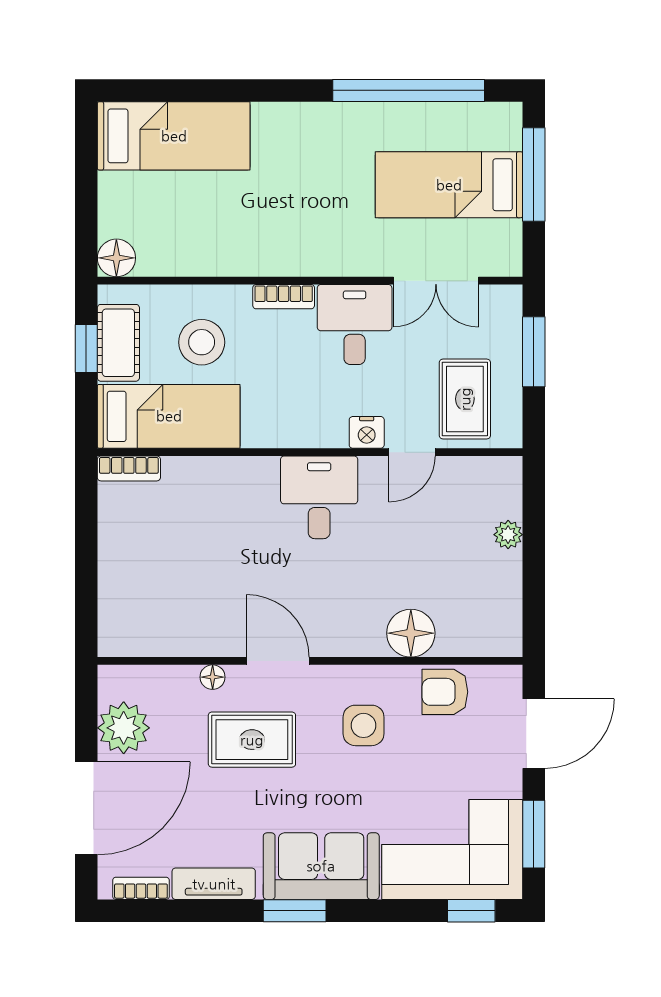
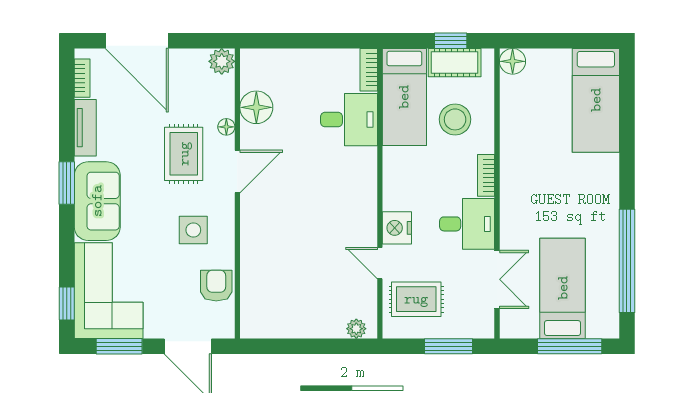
double door: (436, 281) -> (497, 279), swing flipped
nightstand: (367, 432) -> (397, 228), width x1.36, depth x1.33
desk: (319, 497) -> (349, 120), moved
plant: (508, 535) -> (356, 329), moved
floor lamp: (411, 633) -> (256, 107), moved
plant: (124, 728) -> (222, 61), moved, width x0.73, depth x0.73

